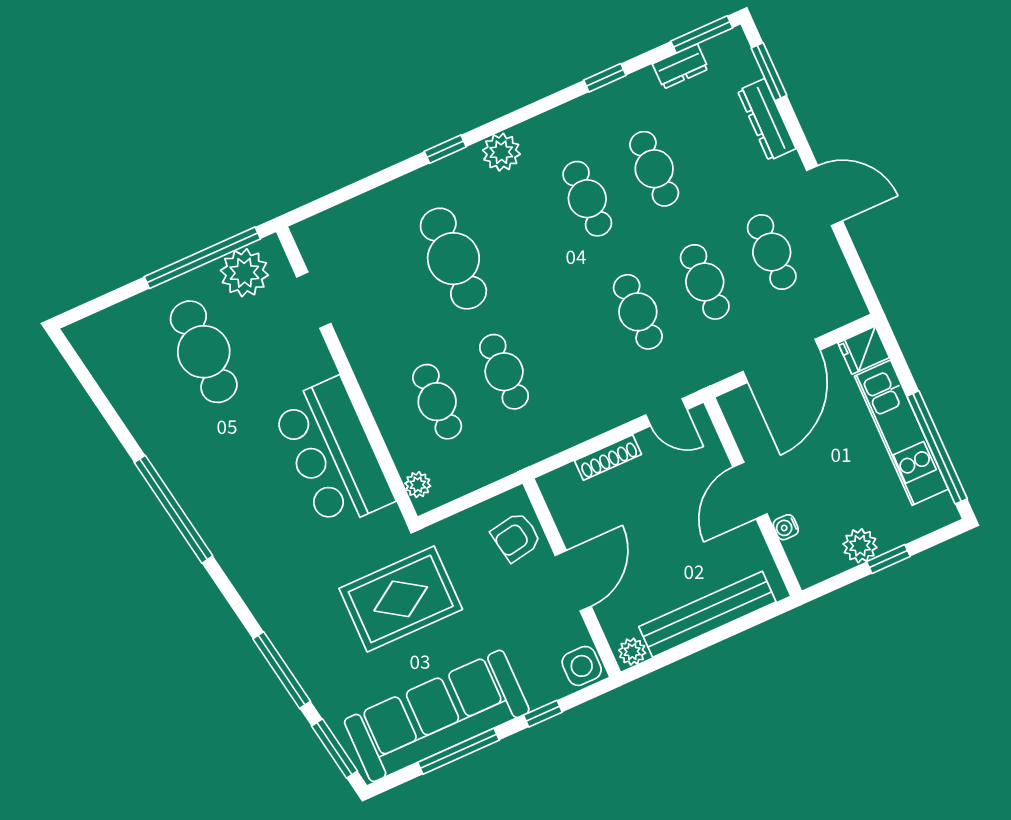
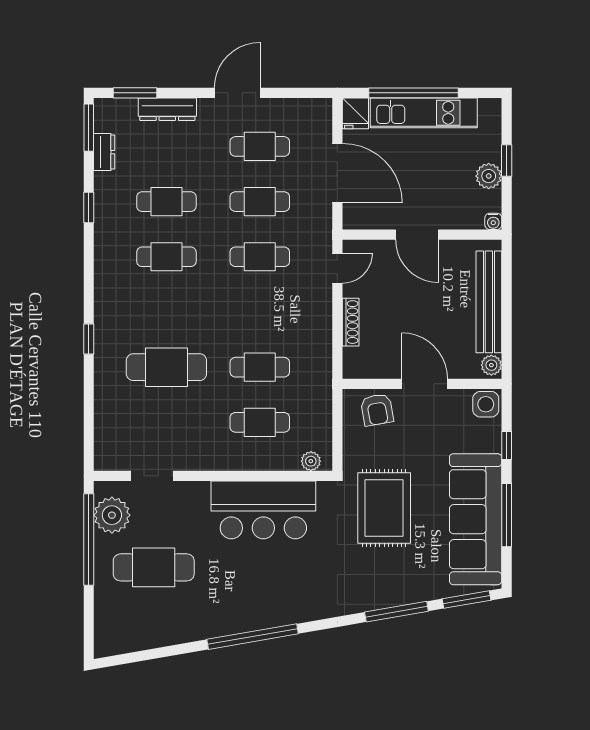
plant: (501, 152) -> (108, 302), removed
window: (937, 447) -> (414, 93), moved
water cooler: (786, 527) -> (493, 221), moved

